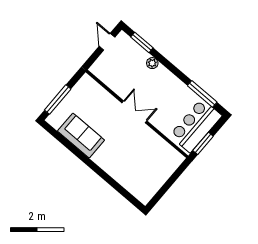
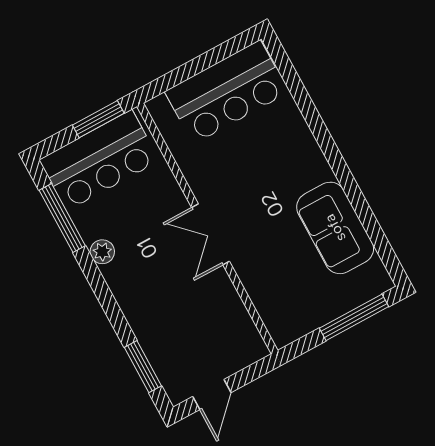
plant: (152, 63) -> (102, 252), moved
bar counter: (151, 177) -> (227, 92), added

